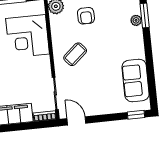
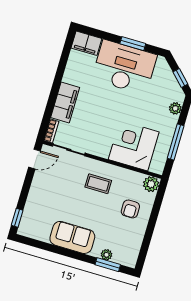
armchair: (86, 16) -> (130, 209), turned -90
coffee table: (75, 54) -> (98, 184), turned -49
sofa: (136, 80) -> (72, 237), moved

